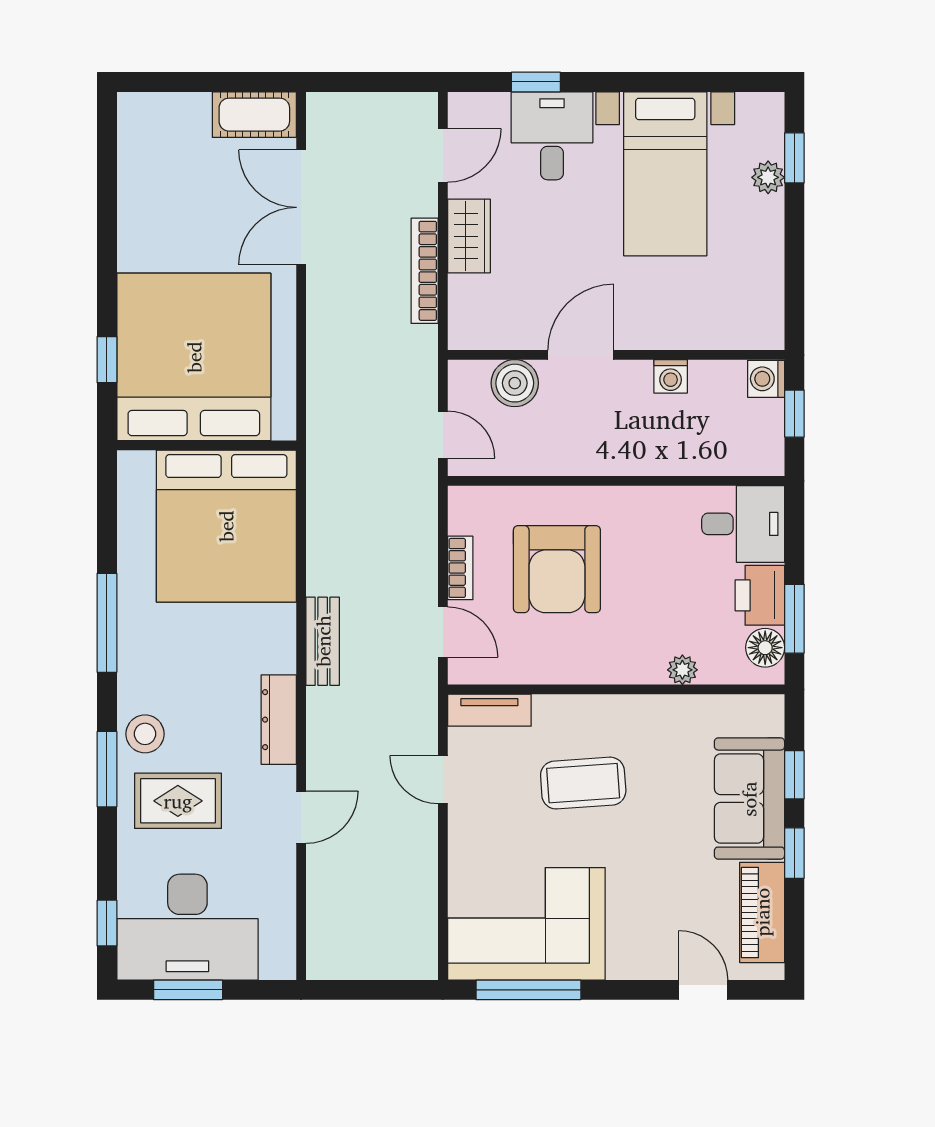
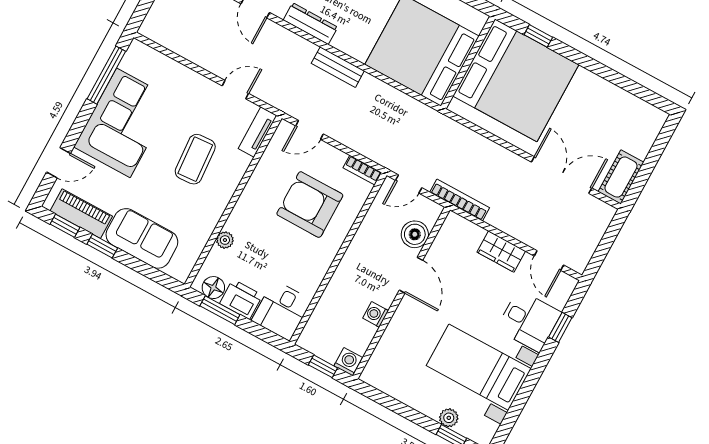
bookcase: (425, 271) -> (460, 200), moved
bookcase: (460, 568) -> (362, 170), moved
window: (794, 775) -> (65, 226), moved
corner sofa: (526, 924) -> (123, 123), moved

